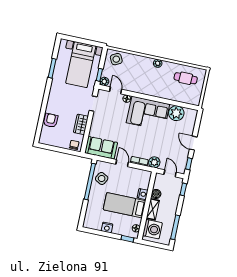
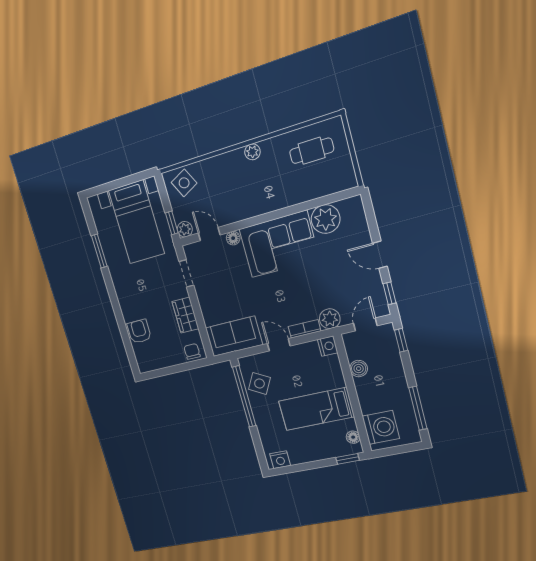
door: (170, 173) -> (365, 324), hinge flipped
nightstand: (142, 194) -> (328, 346), moved
shelving: (153, 209) -> (365, 396), removed
nightstand: (107, 227) -> (280, 460), moved

